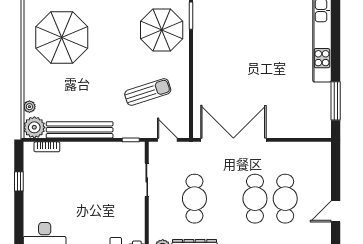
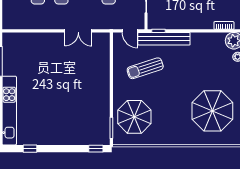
bench: (80, 130) -> (164, 39), moved
double door: (233, 140) -> (78, 31), width x0.54

